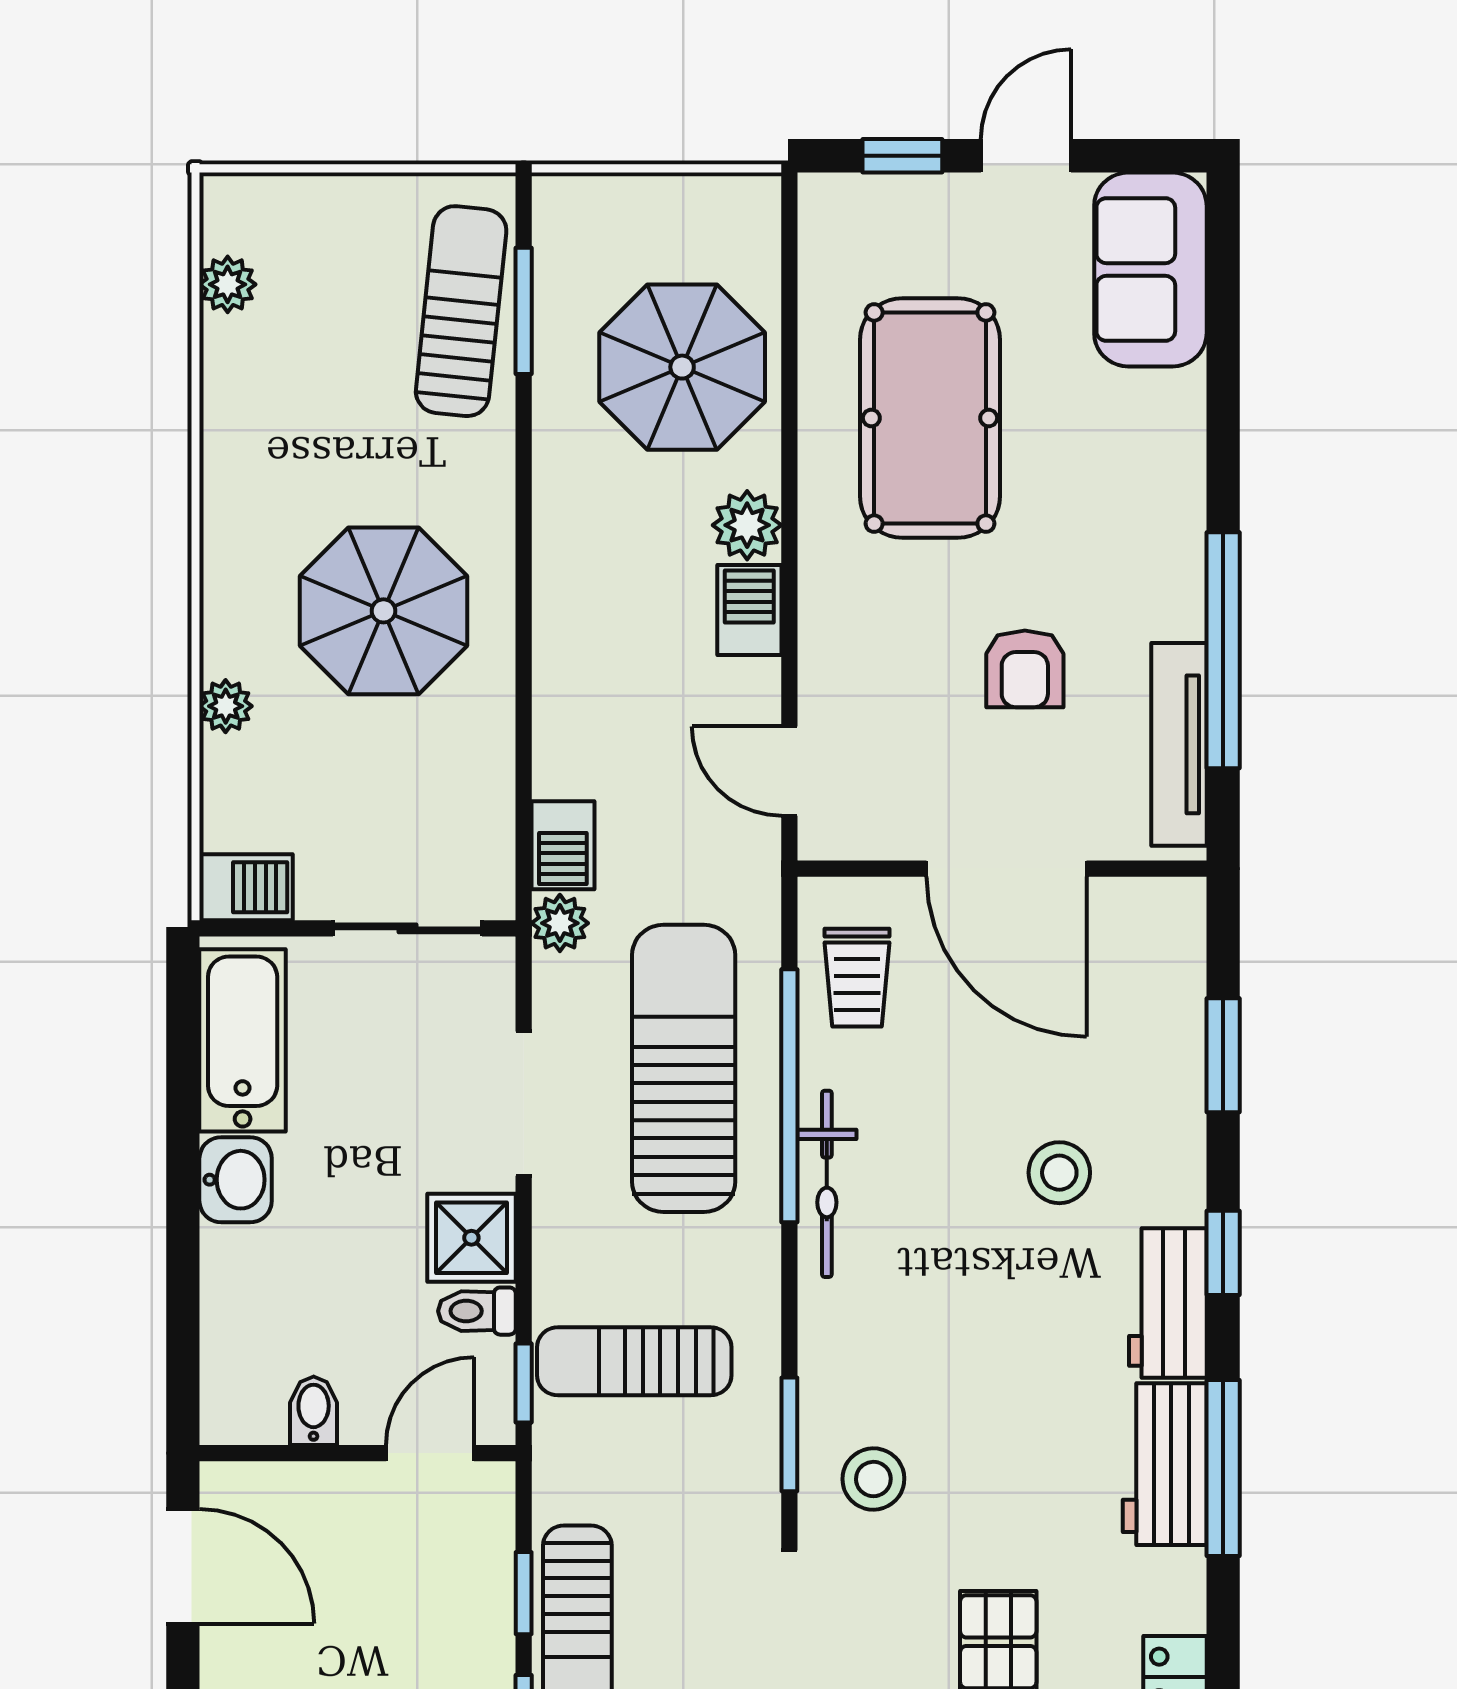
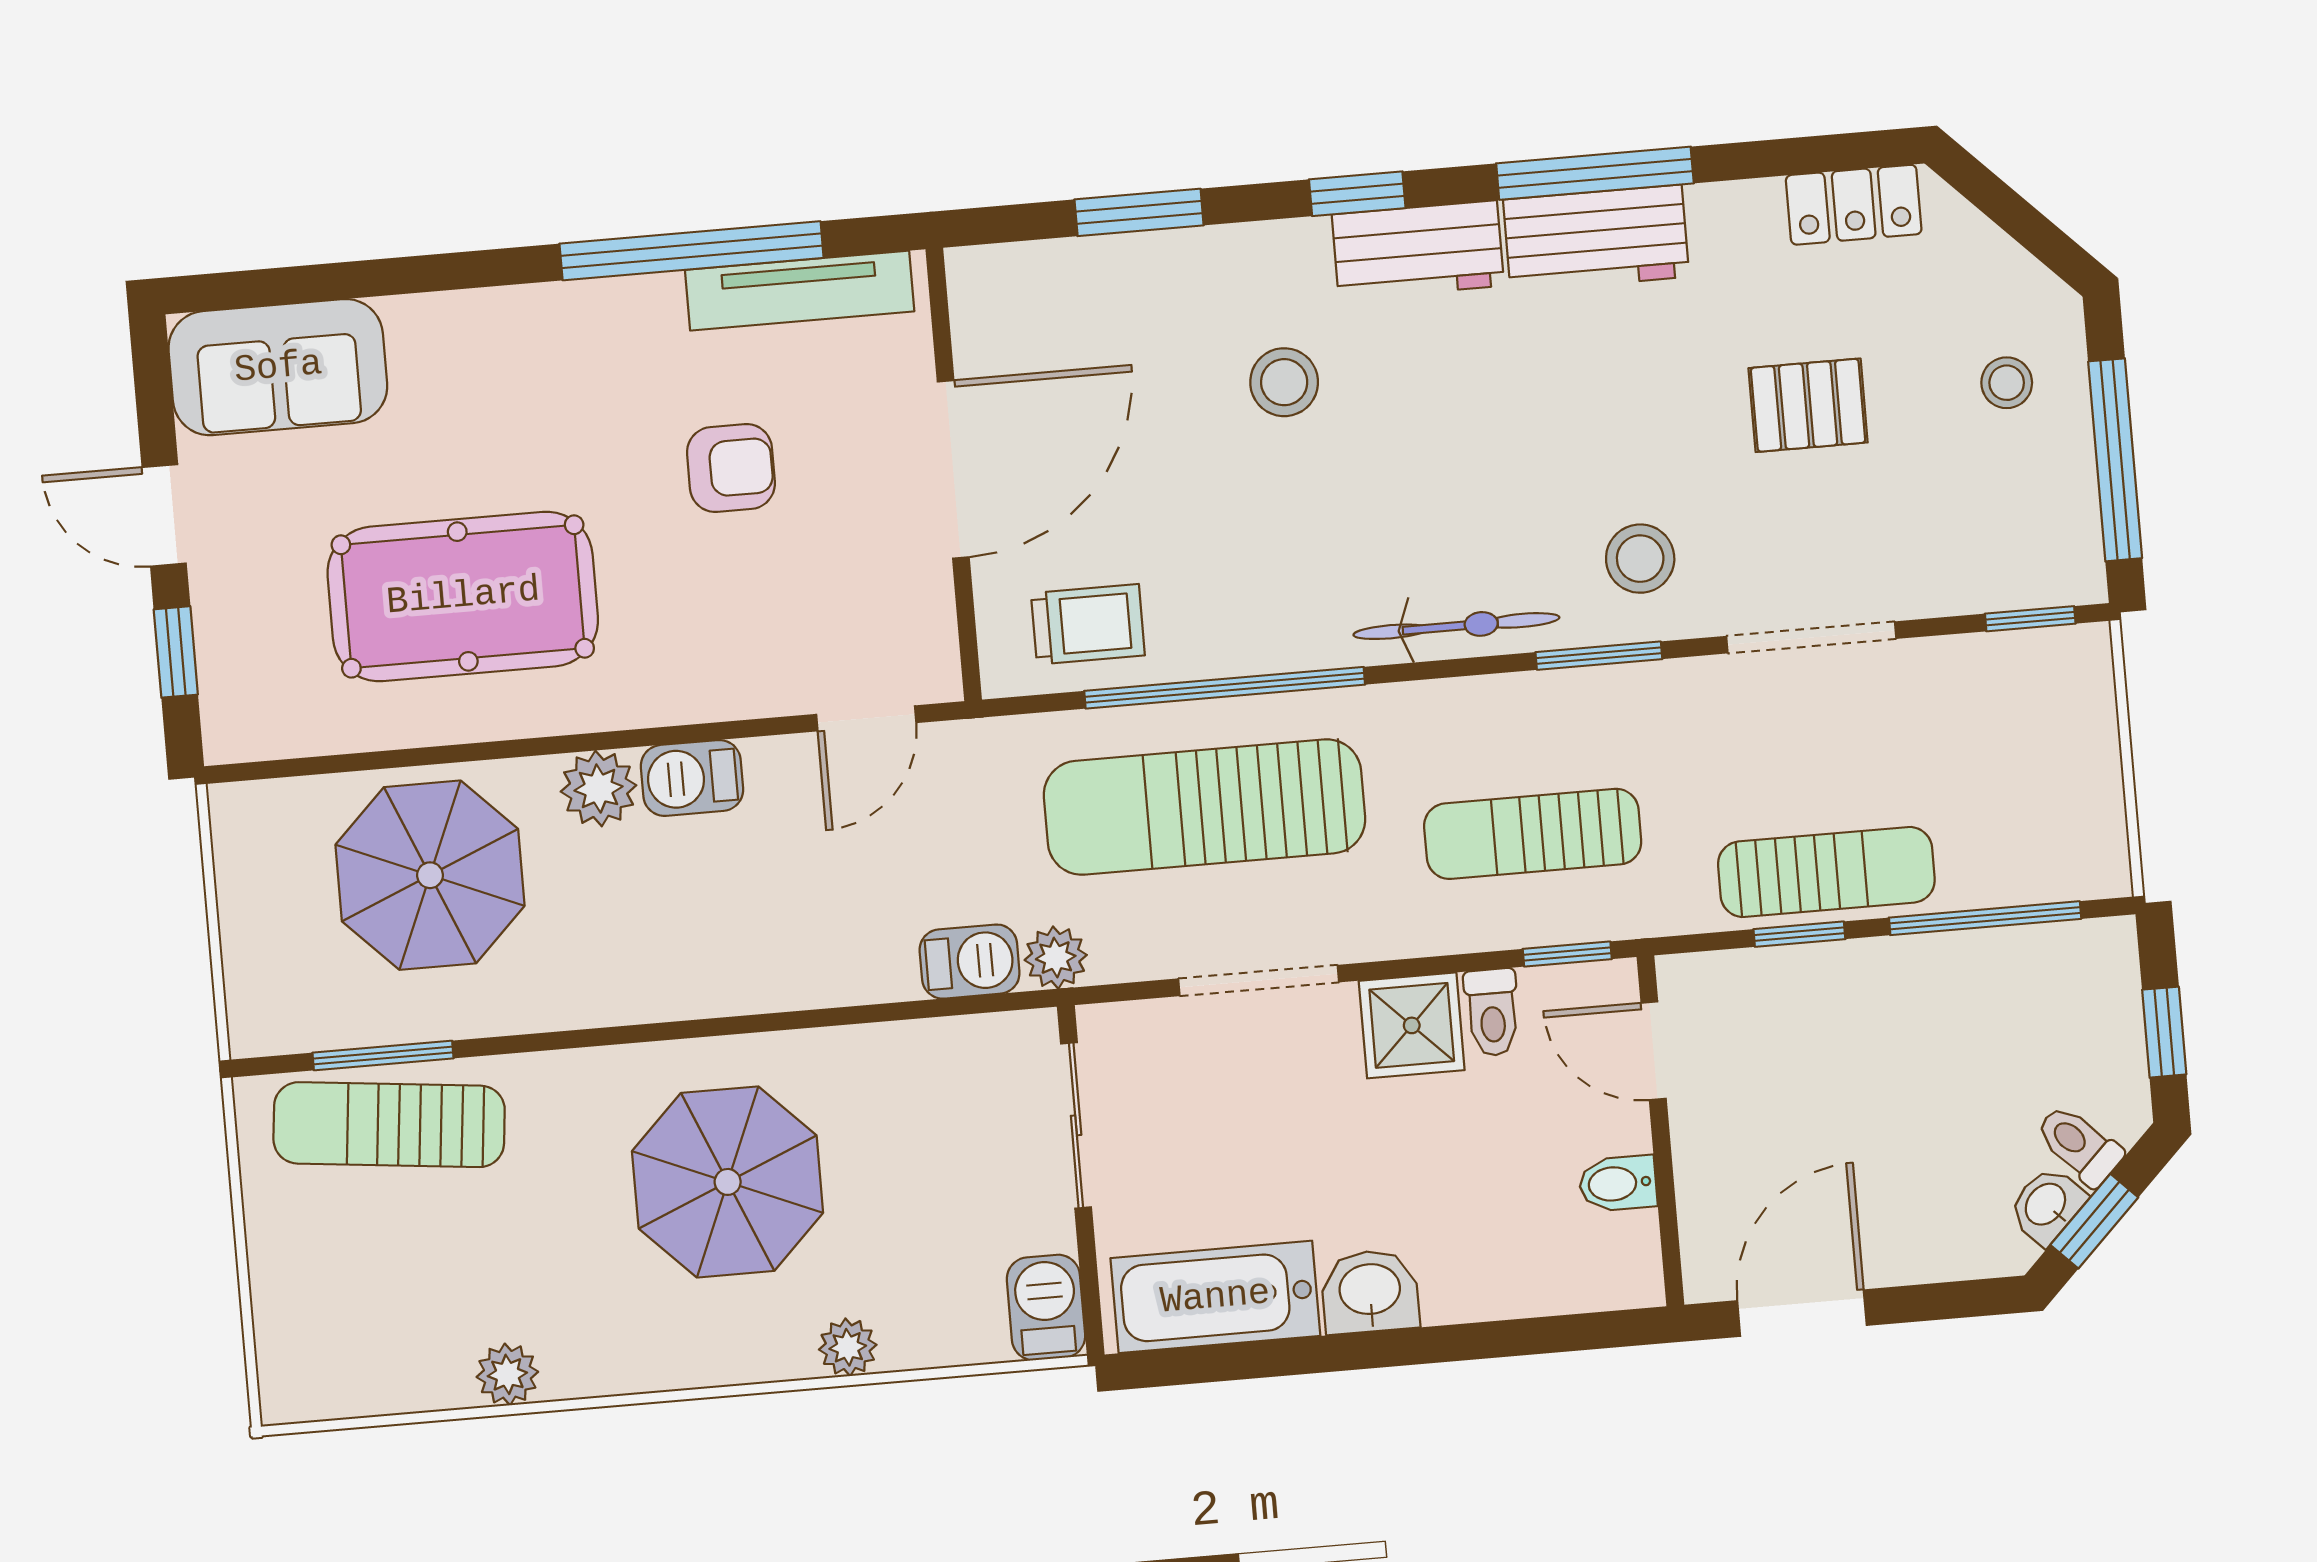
plant: (228, 284) -> (507, 1374), moved
bicycle: (827, 1184) -> (1456, 626), moved
sun lounger: (634, 1361) -> (1533, 834), turned 90

